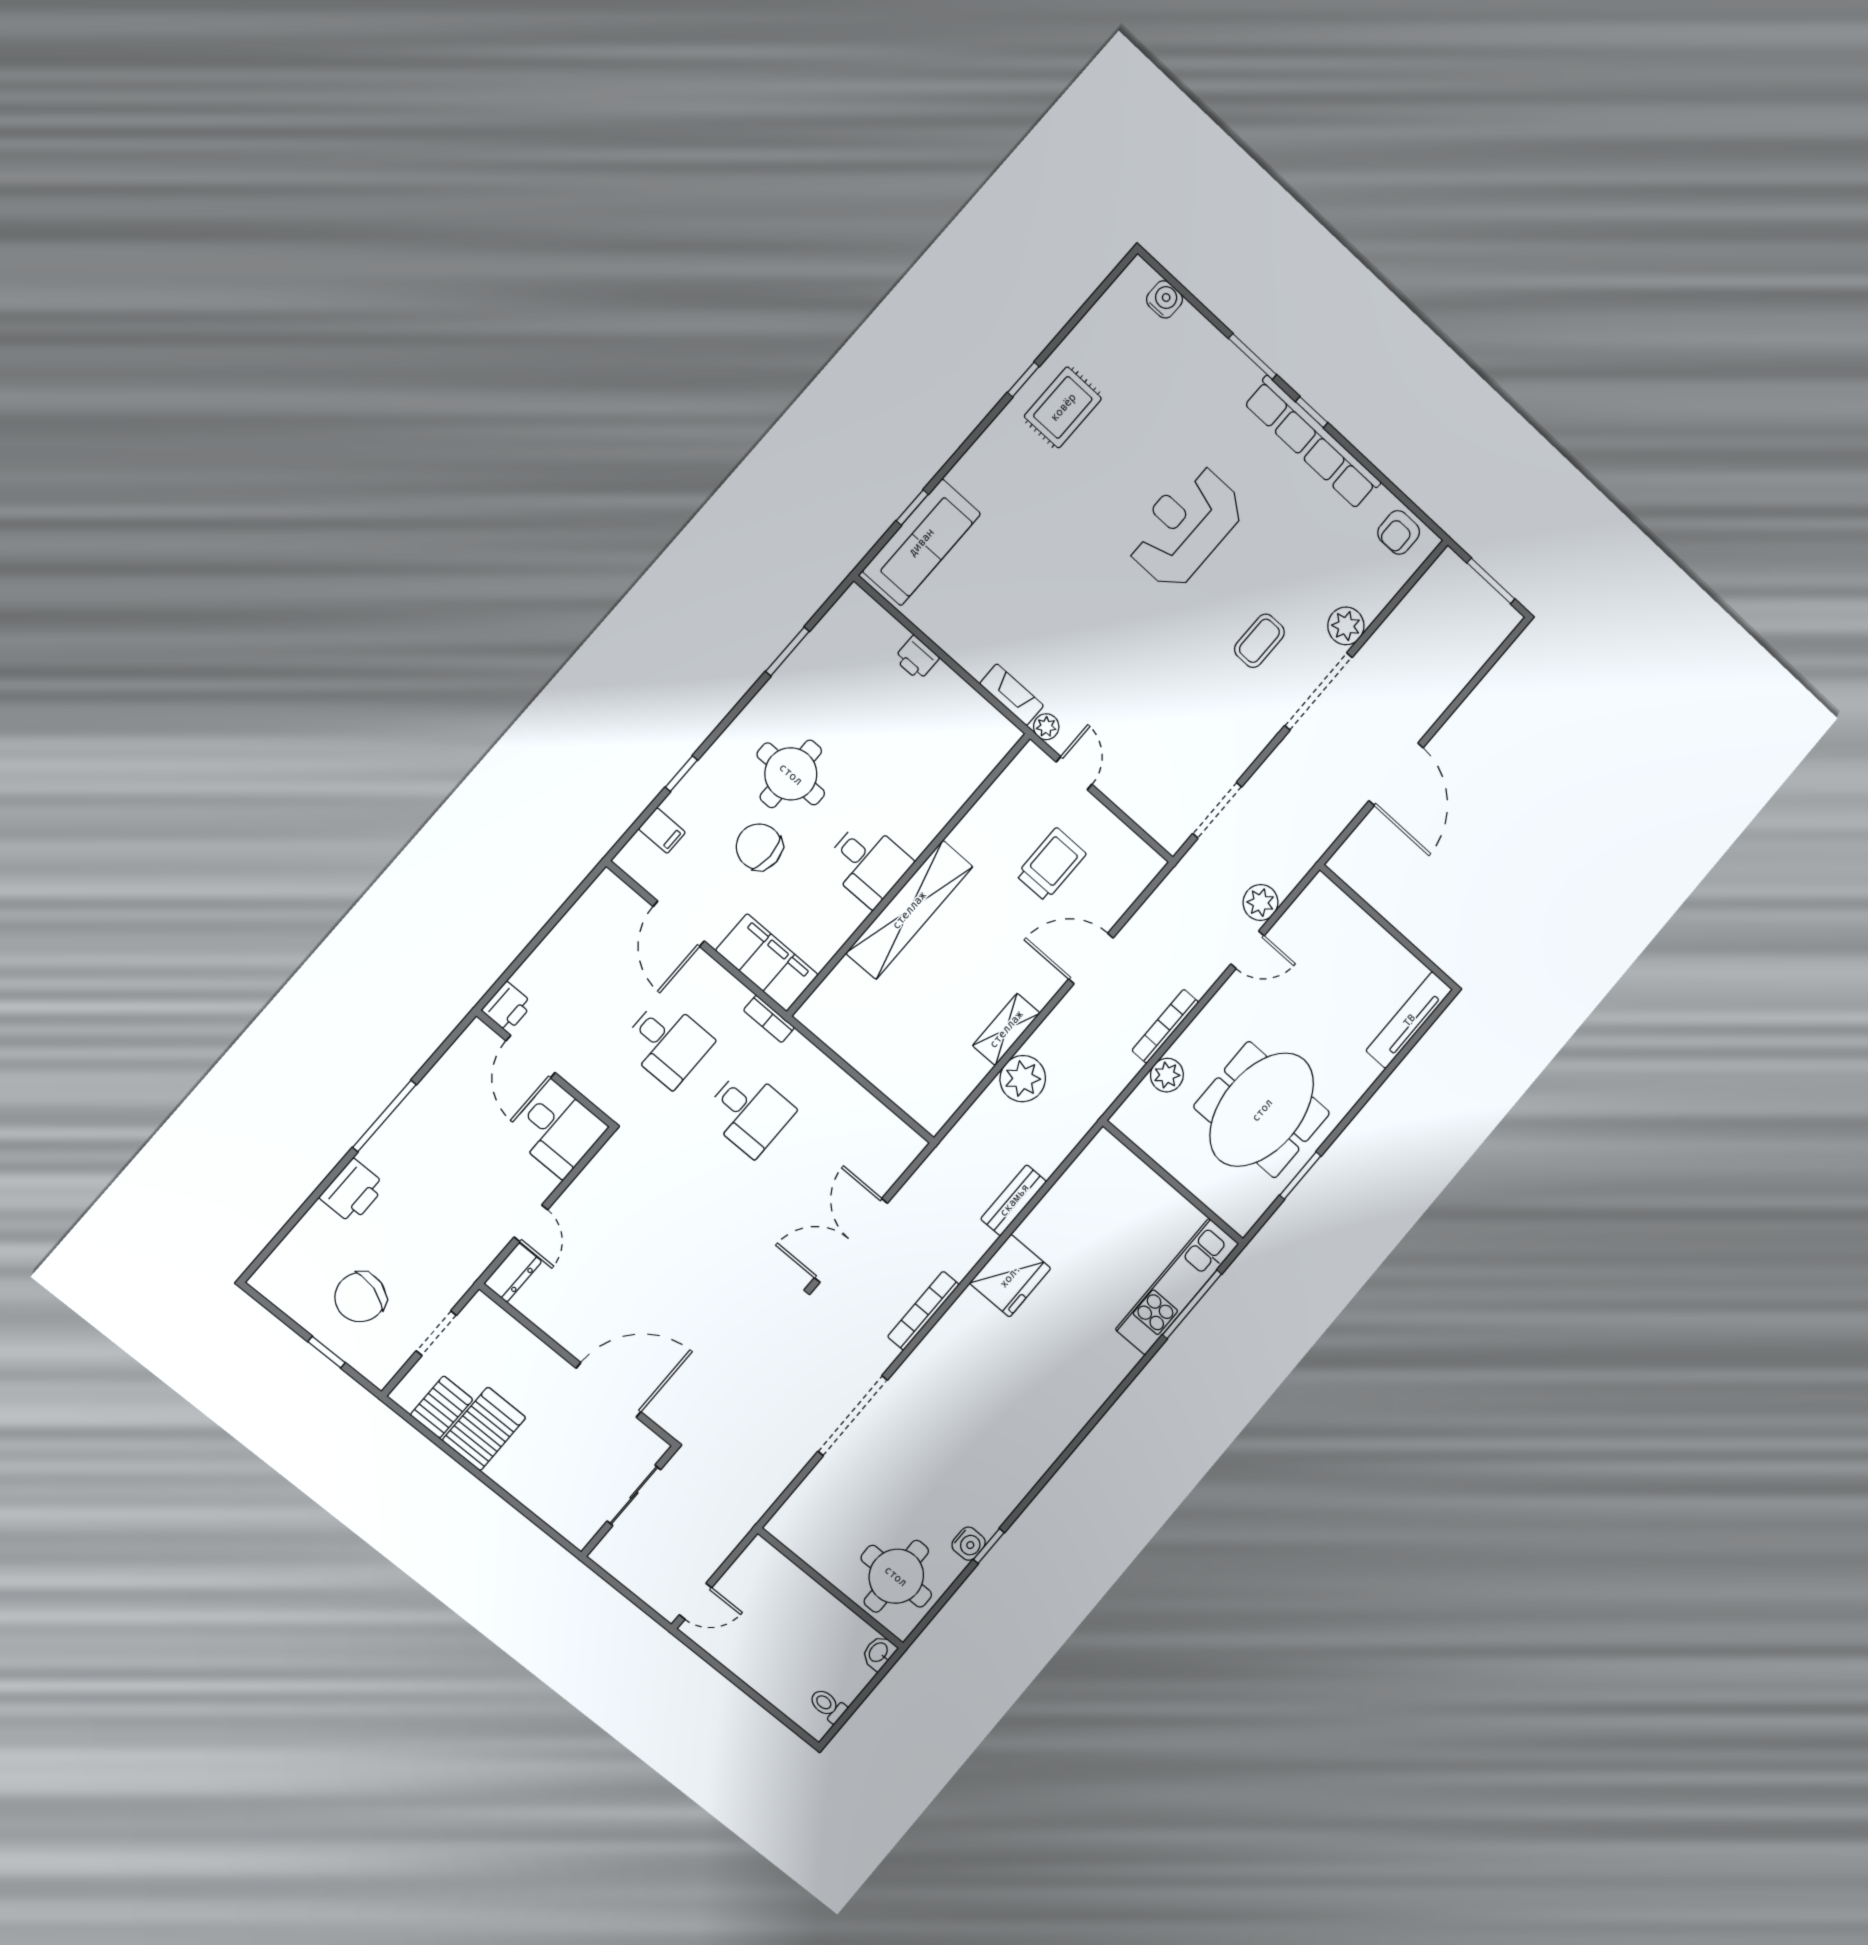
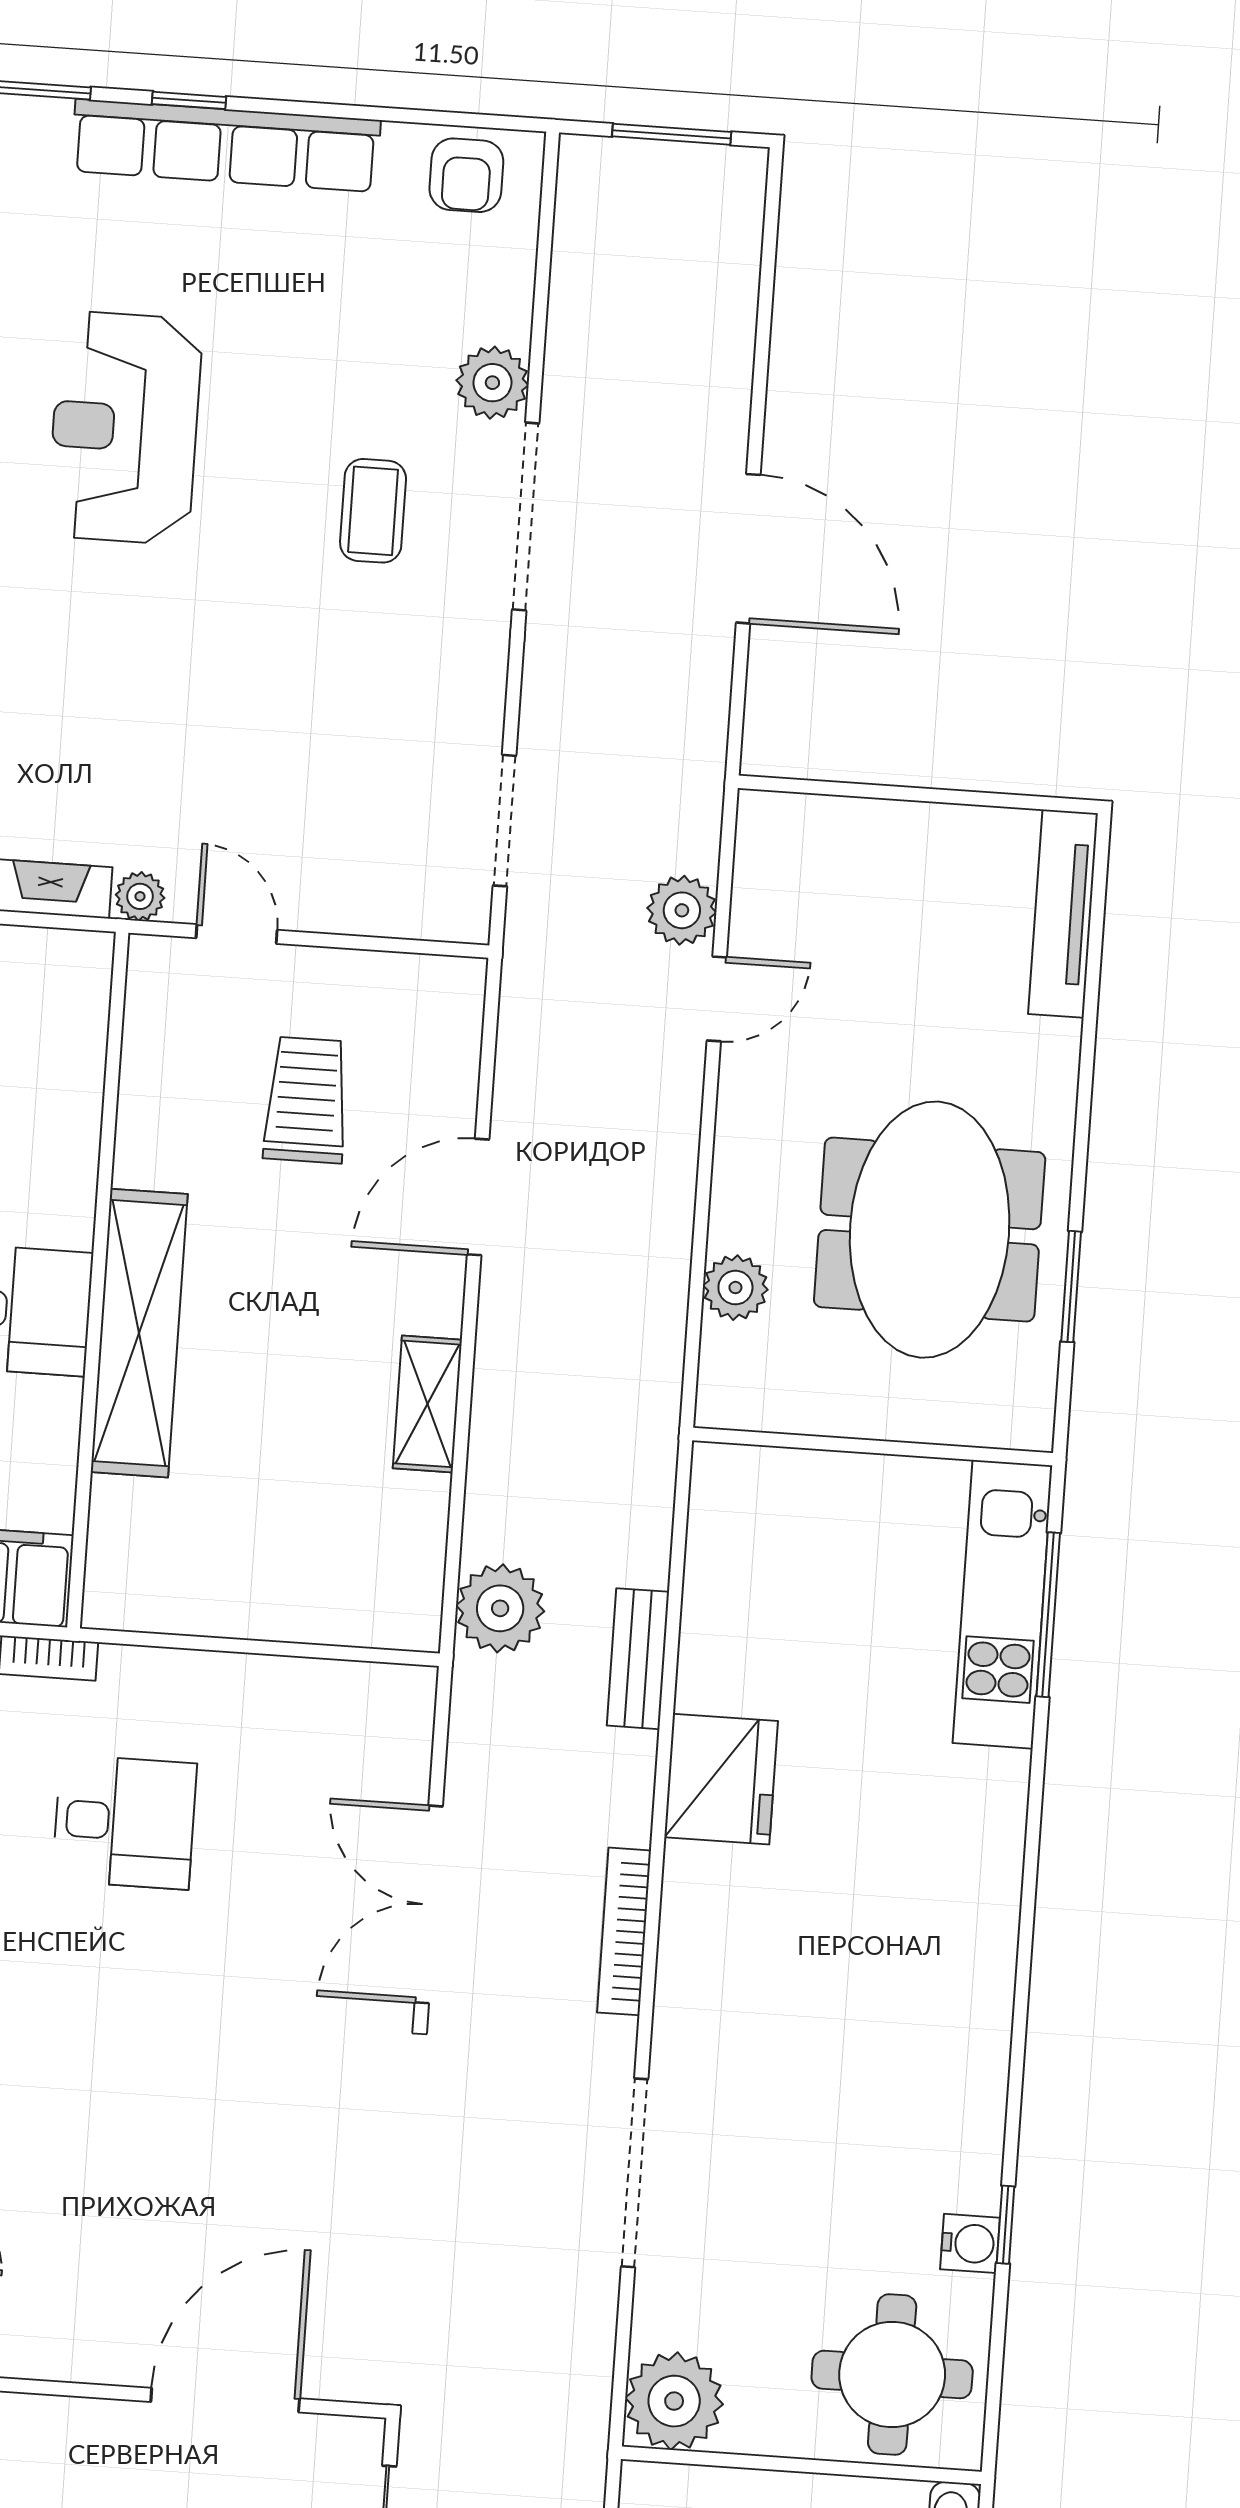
bookcase: (1165, 1026) -> (675, 1214), removed
plant: (1023, 1079) -> (500, 1608), moved
plant: (798, 1524) -> (674, 2401), added

